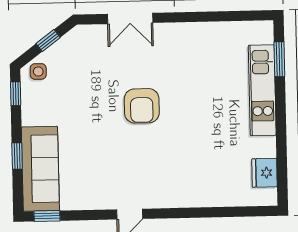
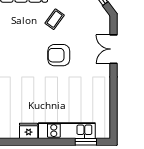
coffee table: (84, 114) -> (55, 19), added
fridge: (264, 173) -> (29, 131), moved

